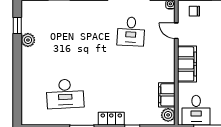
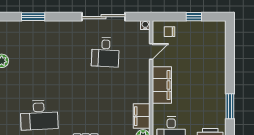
door: (176, 31) -> (151, 51), swing flipped

